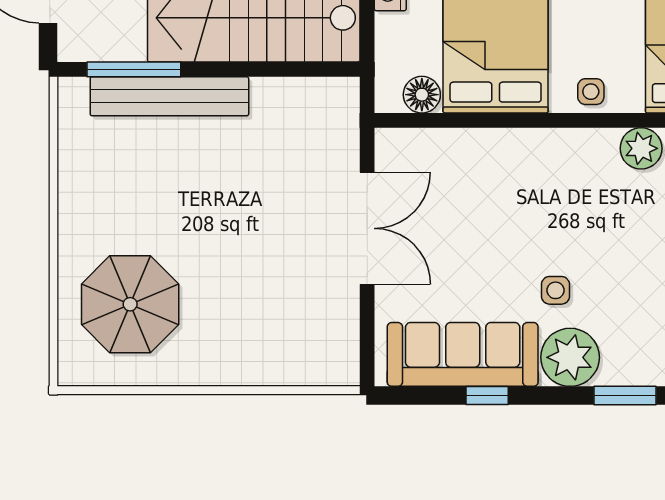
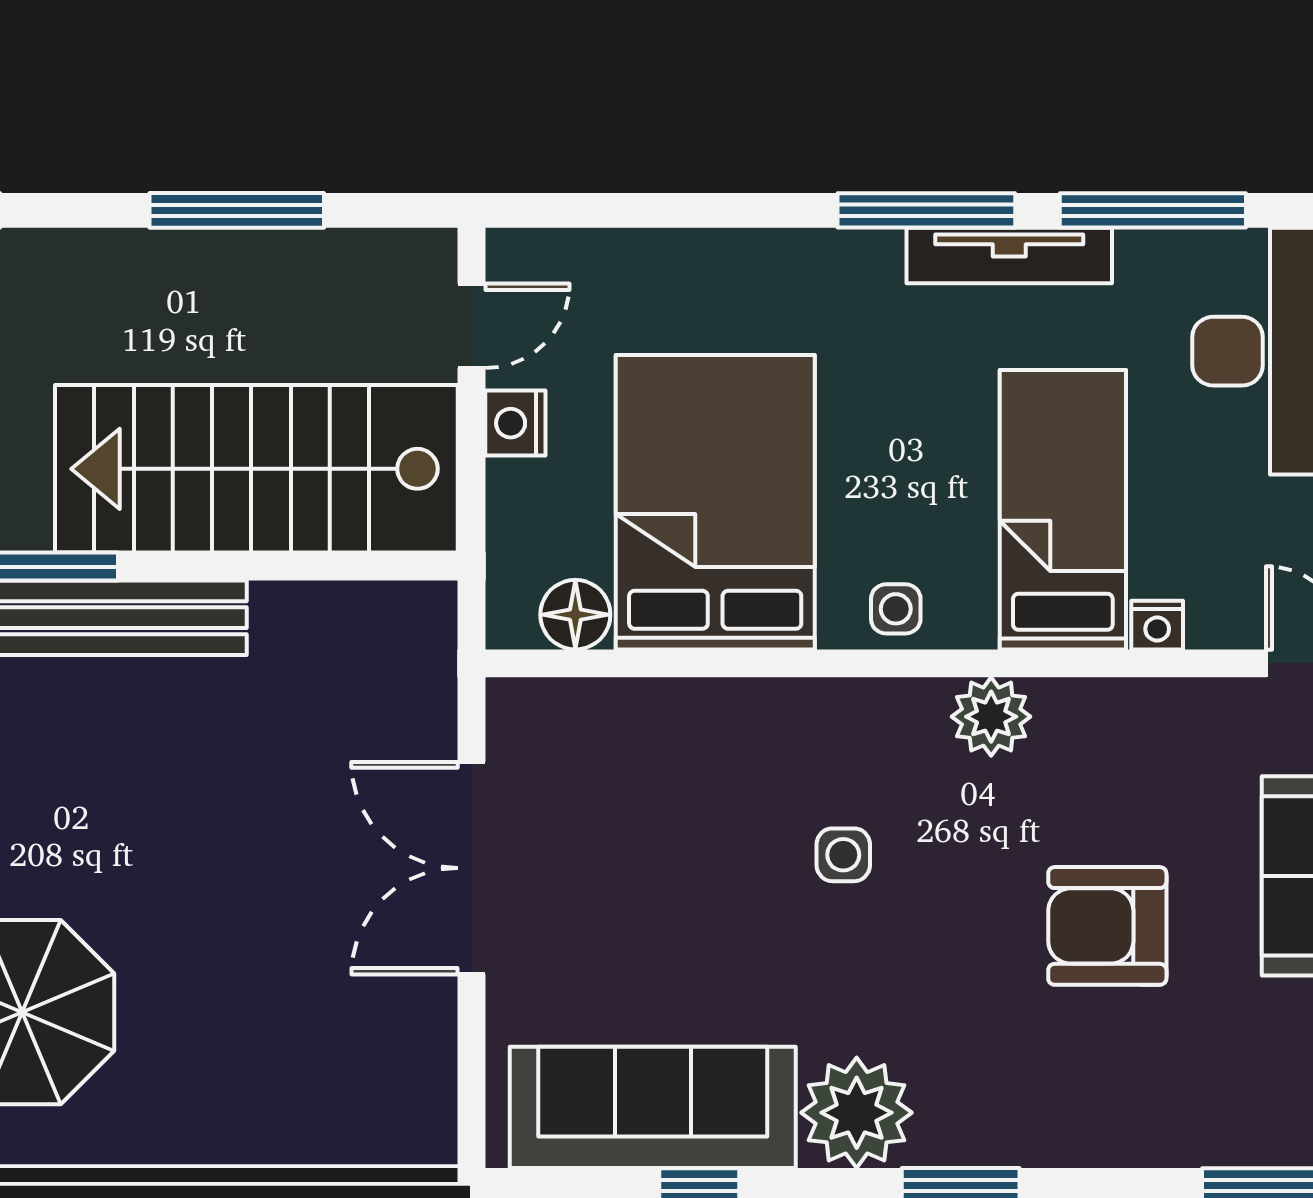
double door: (367, 228) -> (472, 868), swing flipped
side table: (556, 290) -> (843, 855), moved

